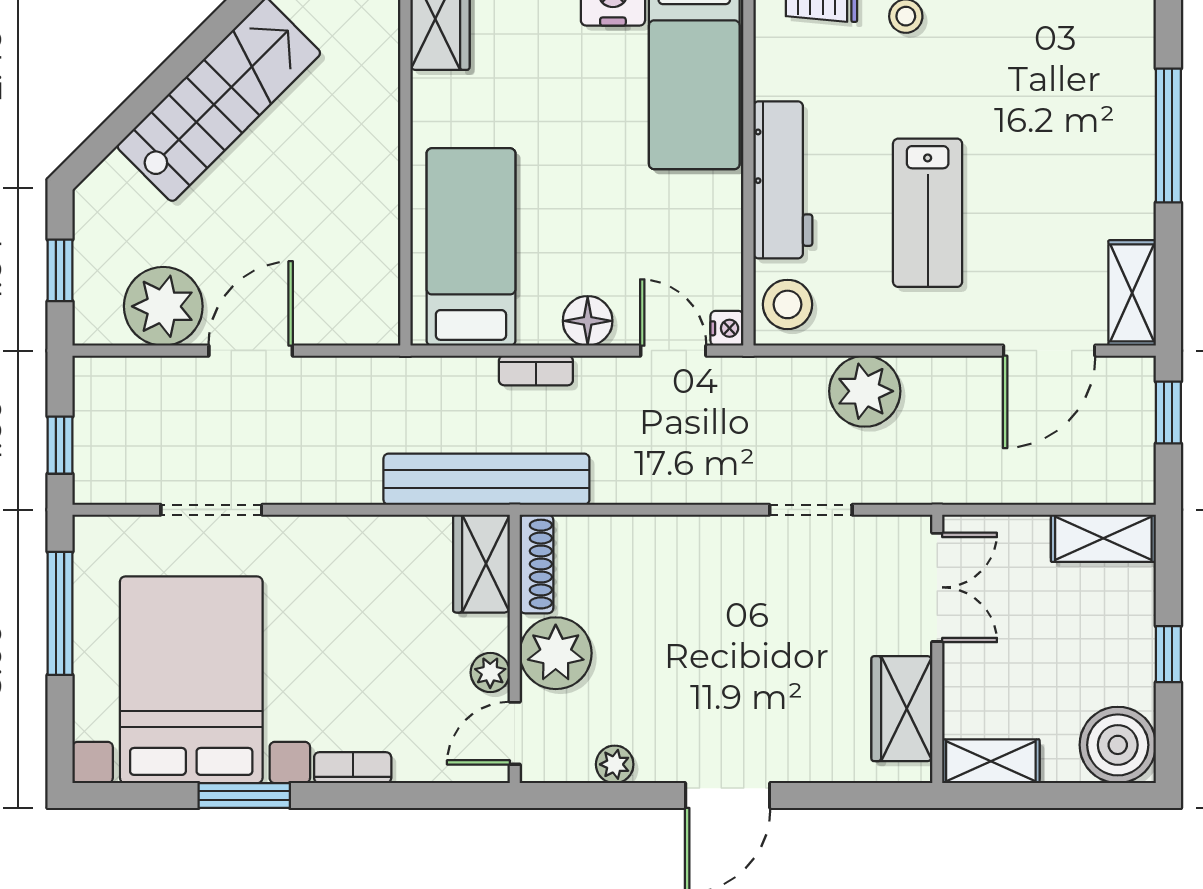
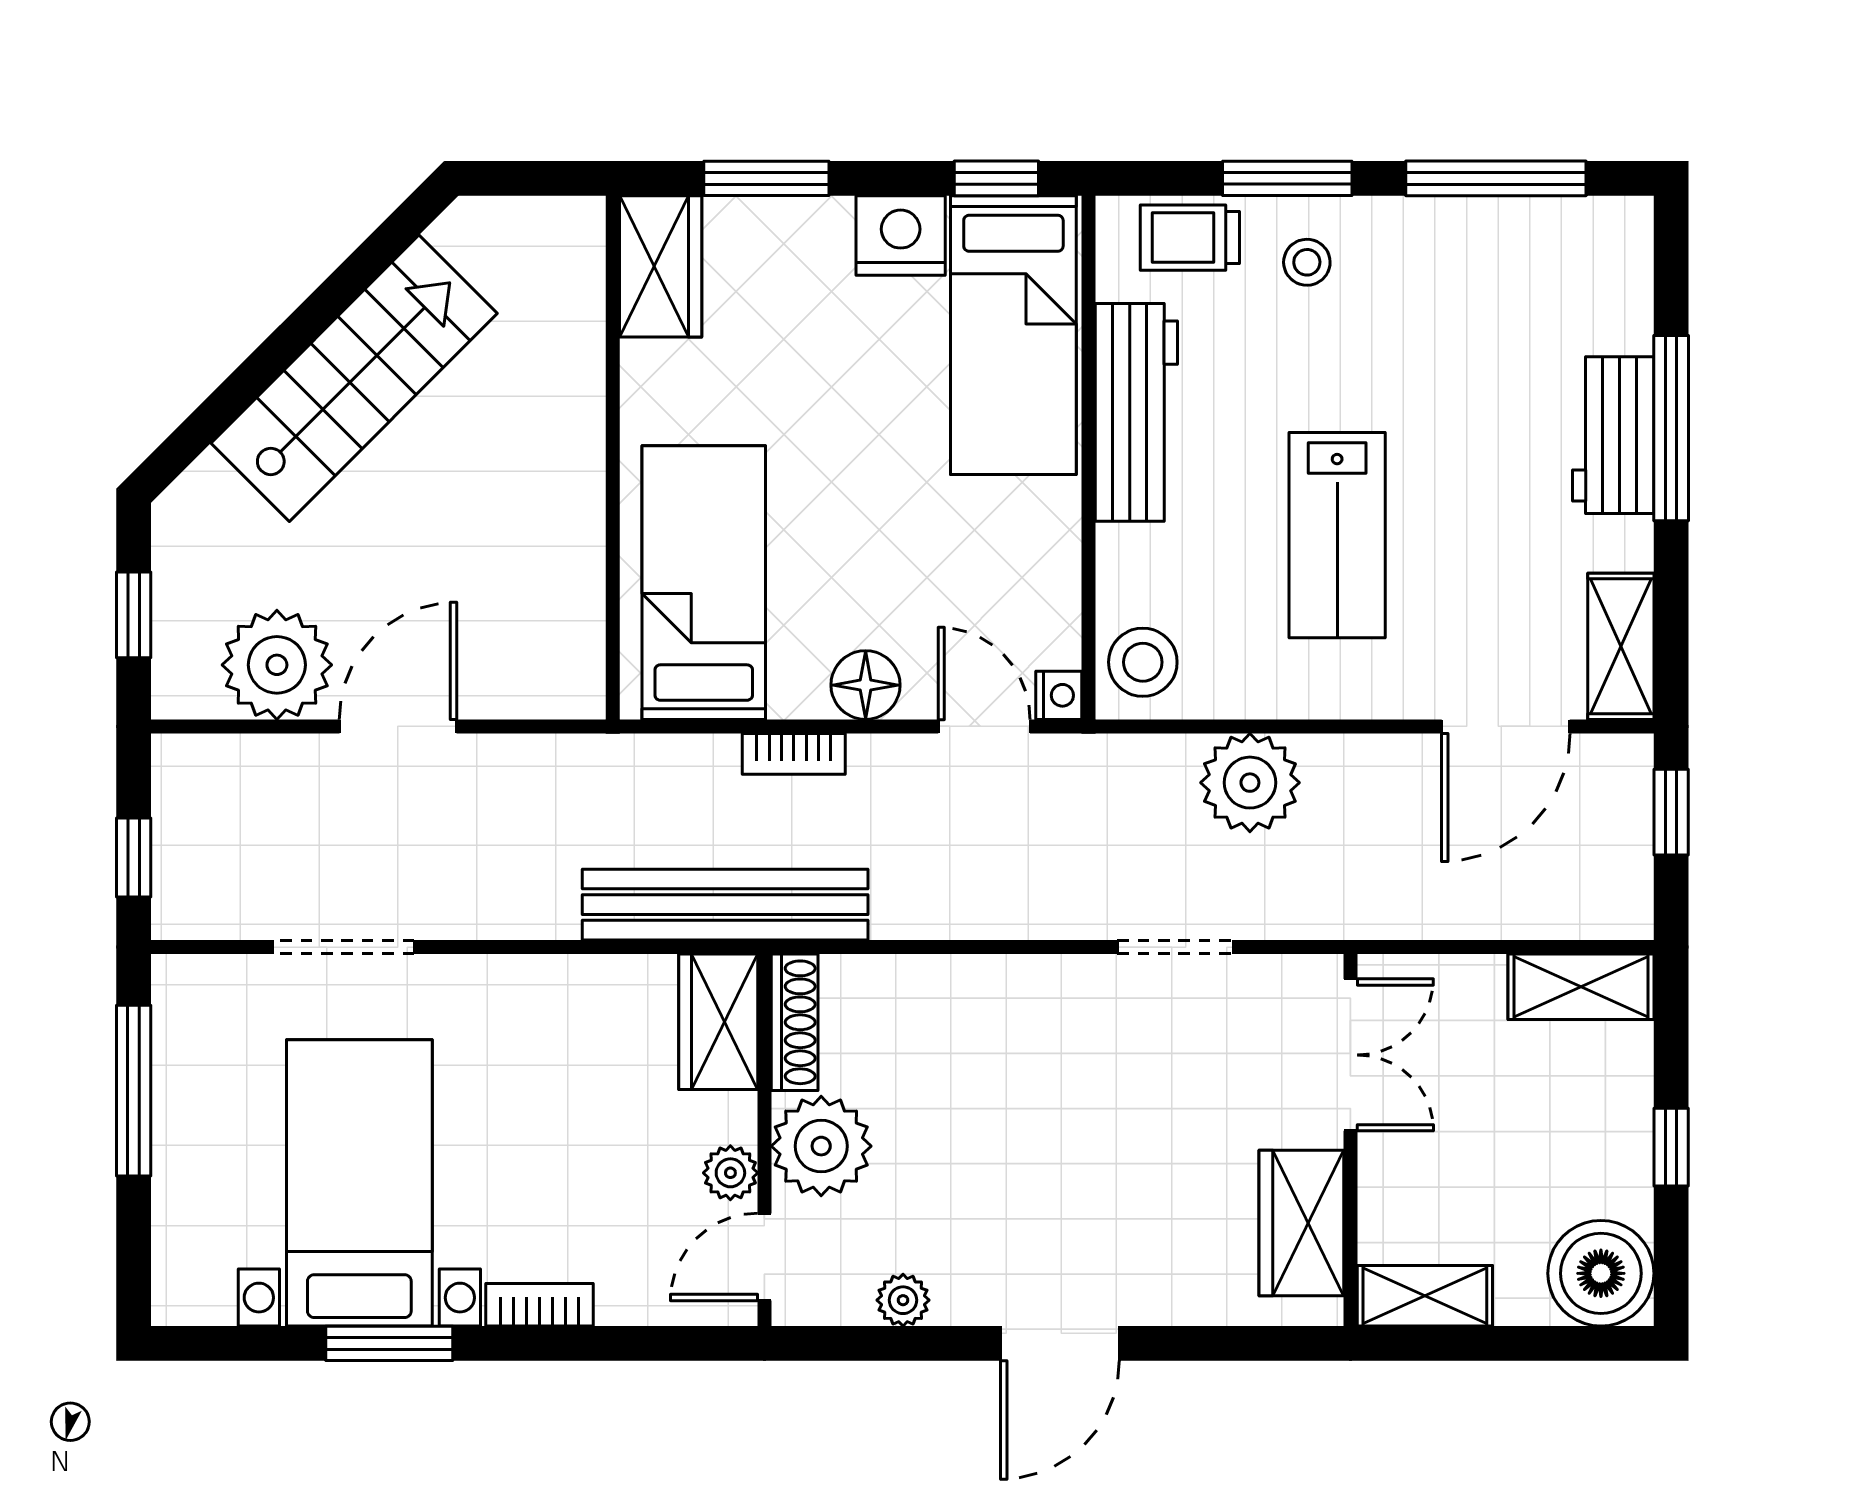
workbench: (1127, 141) -> (1613, 435), added
workbench: (783, 180) -> (1136, 412), moved
bed with nightstands: (191, 680) -> (359, 1183), width x0.73

